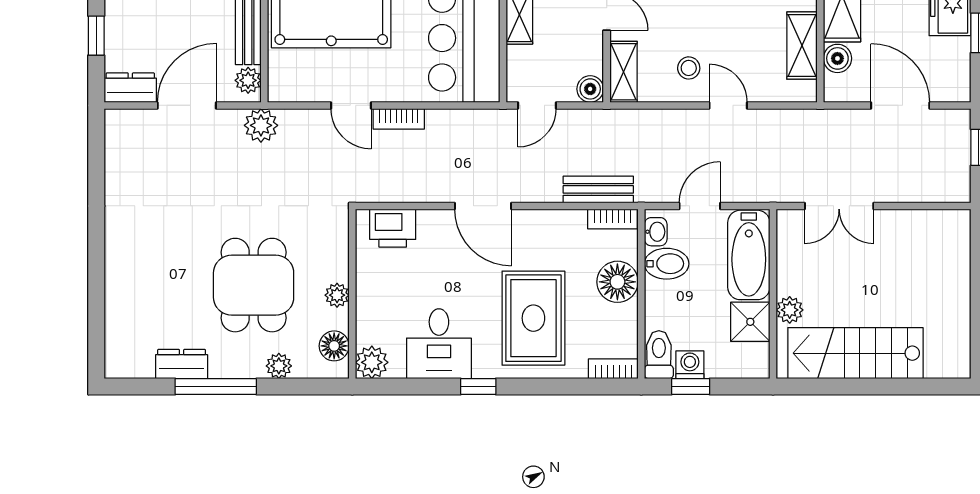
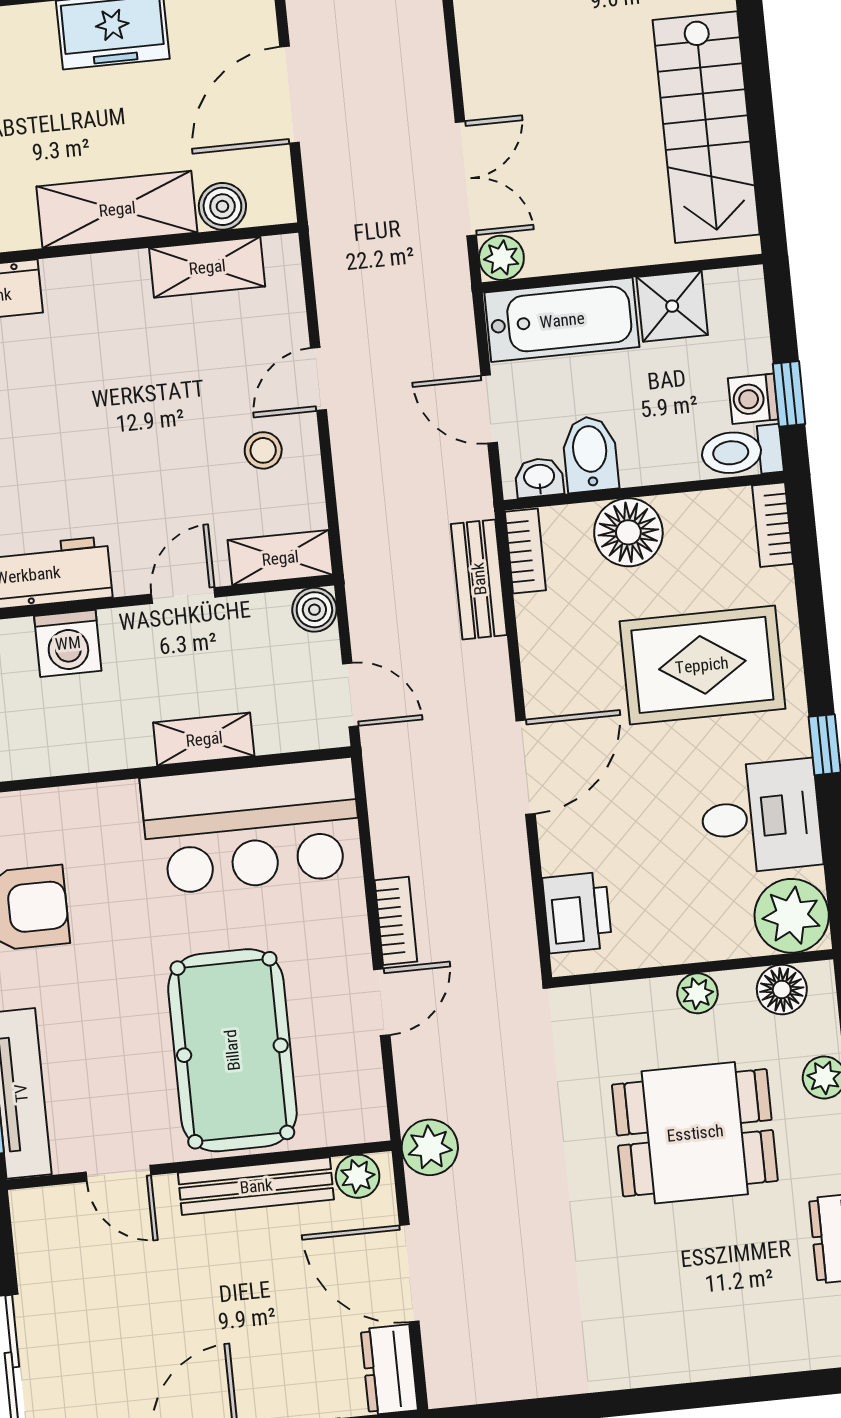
plant: (790, 310) -> (501, 258), moved
plant: (372, 362) -> (792, 916), width x1.36, depth x1.36

